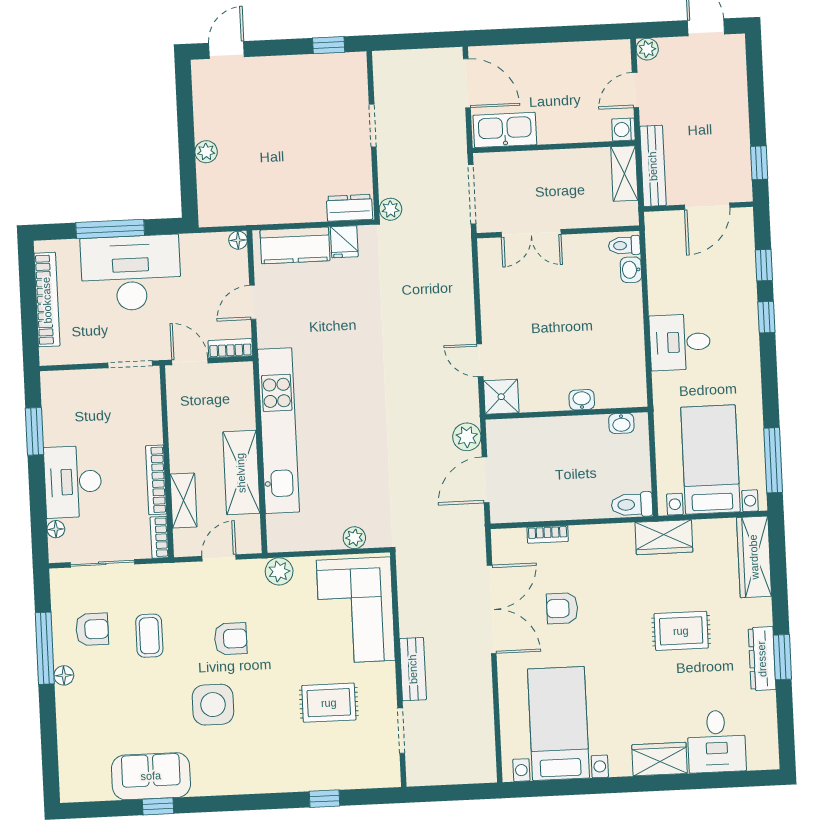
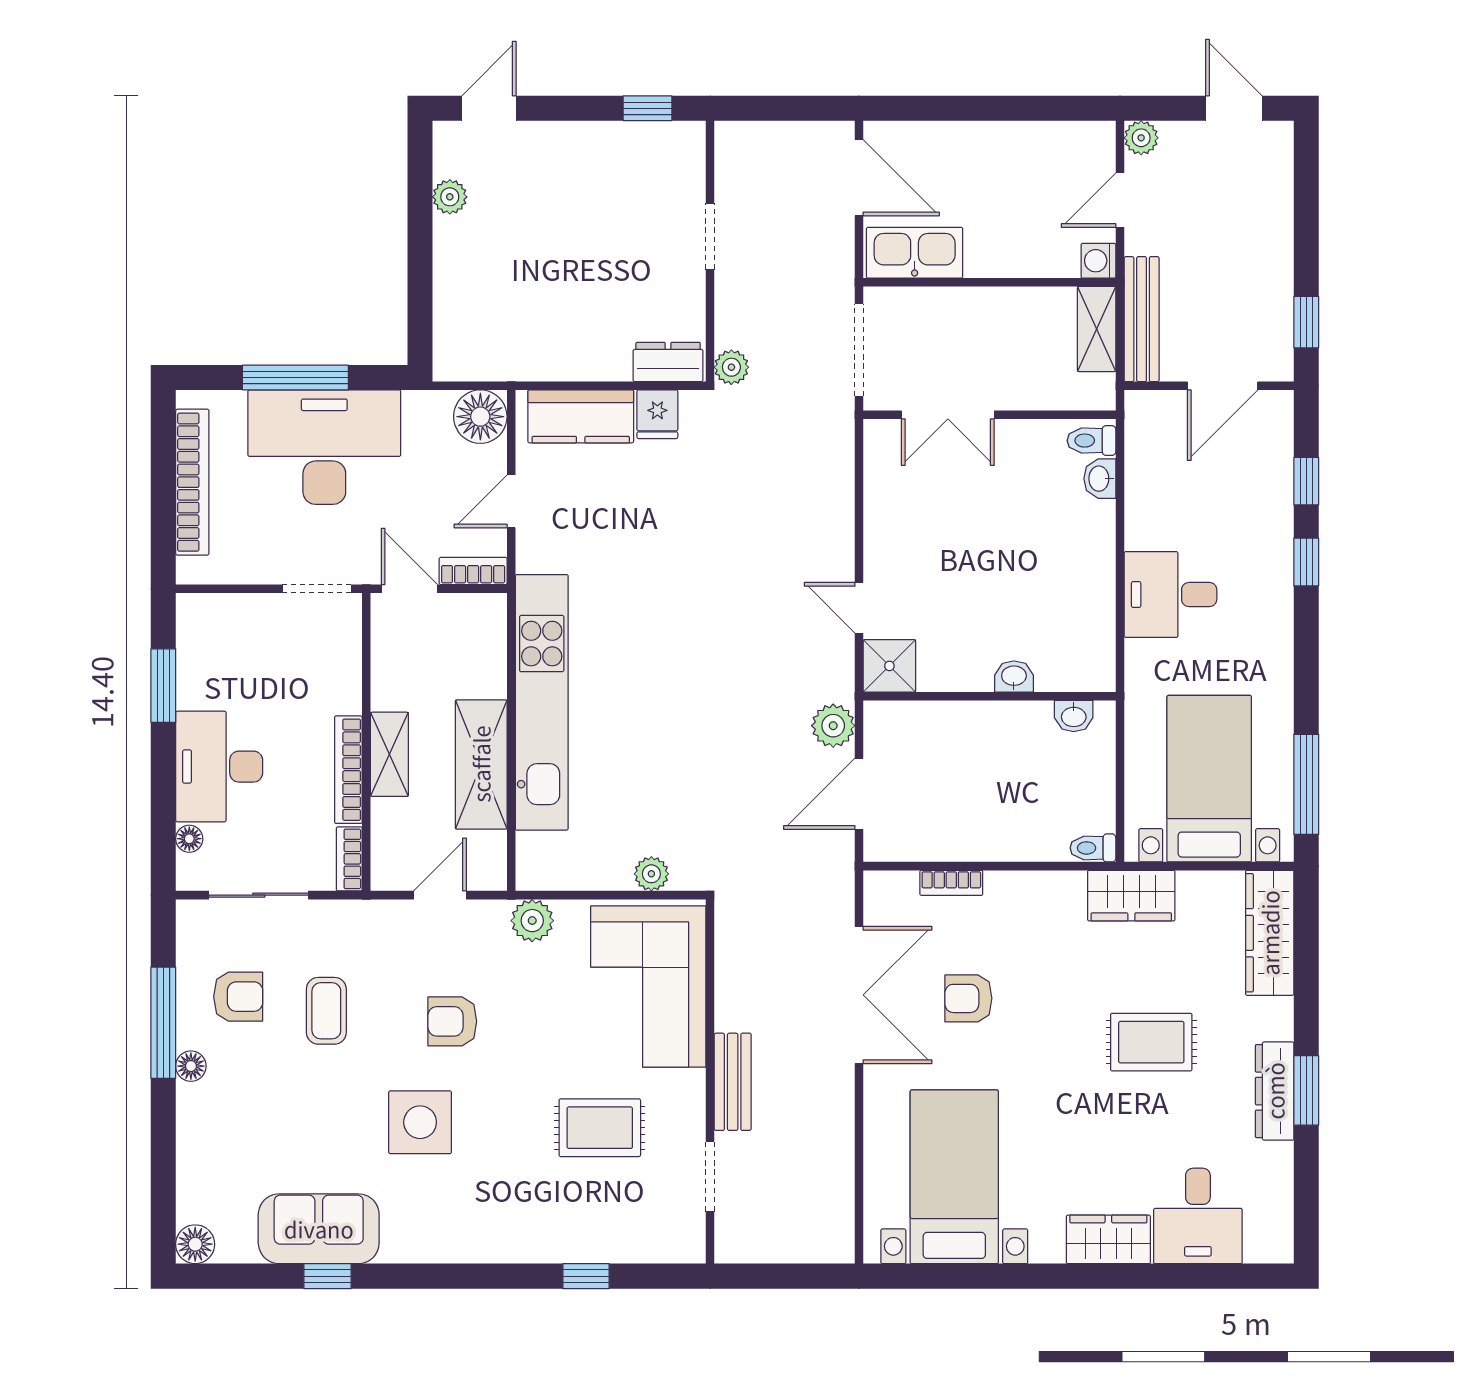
plant: (206, 152) -> (450, 197), moved
floor lamp: (238, 240) -> (480, 417), width x1.89, depth x1.89
shelving: (184, 501) -> (389, 754), moved
toilet: (632, 505) -> (1093, 848), width x0.73, depth x0.72
armchair: (231, 639) -> (452, 1021), turned 180
floor lamp: (72, 790) -> (195, 1244), added

